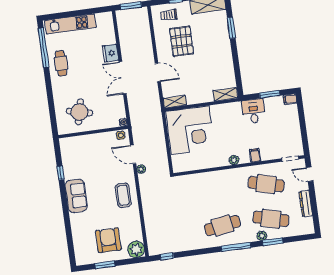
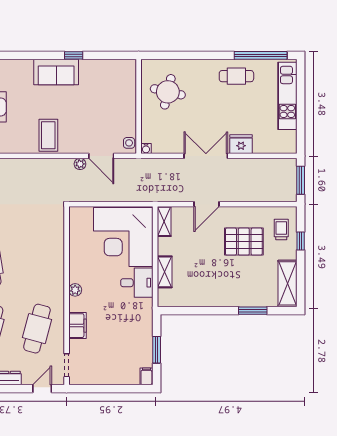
shelving: (225, 94) -> (165, 272), moved
desk: (254, 111) -> (137, 283), moved
door: (133, 154) -> (101, 156), swing flipped
filing cabinet: (255, 155) -> (77, 326), width x2.00
window: (61, 173) -> (74, 55), moved
coffee table: (123, 195) -> (48, 135), turned 90

